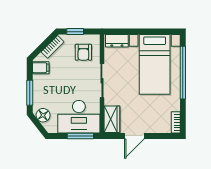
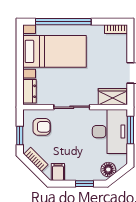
window: (30, 93) -> (84, 184), width x0.67

